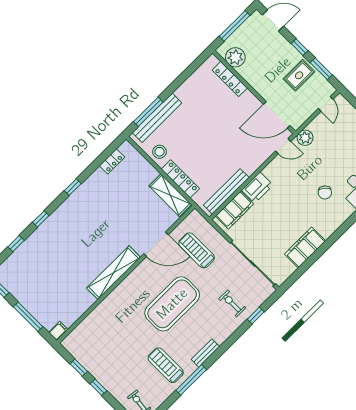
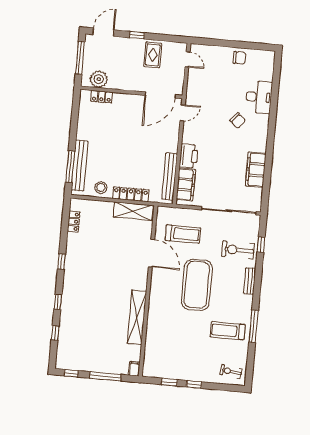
window: (321, 69) -> (164, 38), removed
locker: (230, 79) -> (102, 97), width x0.66
plant: (305, 138) -> (193, 94), removed
door: (156, 244) -> (152, 253), hinge flipped
treadmill: (197, 250) -> (183, 234), turned 180
shelving: (114, 273) -> (137, 317), moved
exercise bike: (232, 303) -> (238, 250), width x1.38, depth x1.39
bench: (205, 353) -> (250, 281), moved

